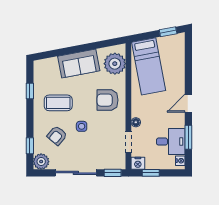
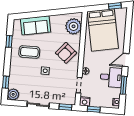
sofa: (79, 64) -> (36, 25), moved
bed: (149, 66) -> (103, 30), width x1.50
armchair: (108, 100) -> (66, 53), turned -50
armchair: (57, 136) -> (26, 76), removed
desk: (171, 142) -> (111, 77), moved
sliding door: (76, 173) -> (38, 105), width x0.73

